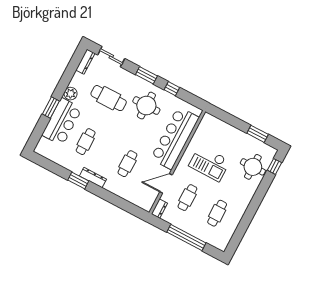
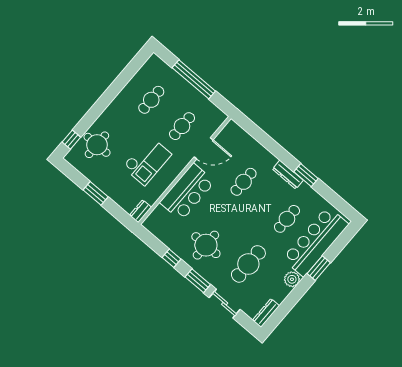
sliding door: (111, 57) -> (225, 304), moved
cafe table: (109, 98) -> (248, 264), turned 90
bar counter: (62, 122) -> (316, 241), width x1.36
window: (258, 134) -> (96, 193), moved
bar counter: (175, 138) -> (187, 192), width x0.73
checkout: (209, 163) -> (147, 161), turned 90
dresser: (159, 209) -> (141, 211), moved

